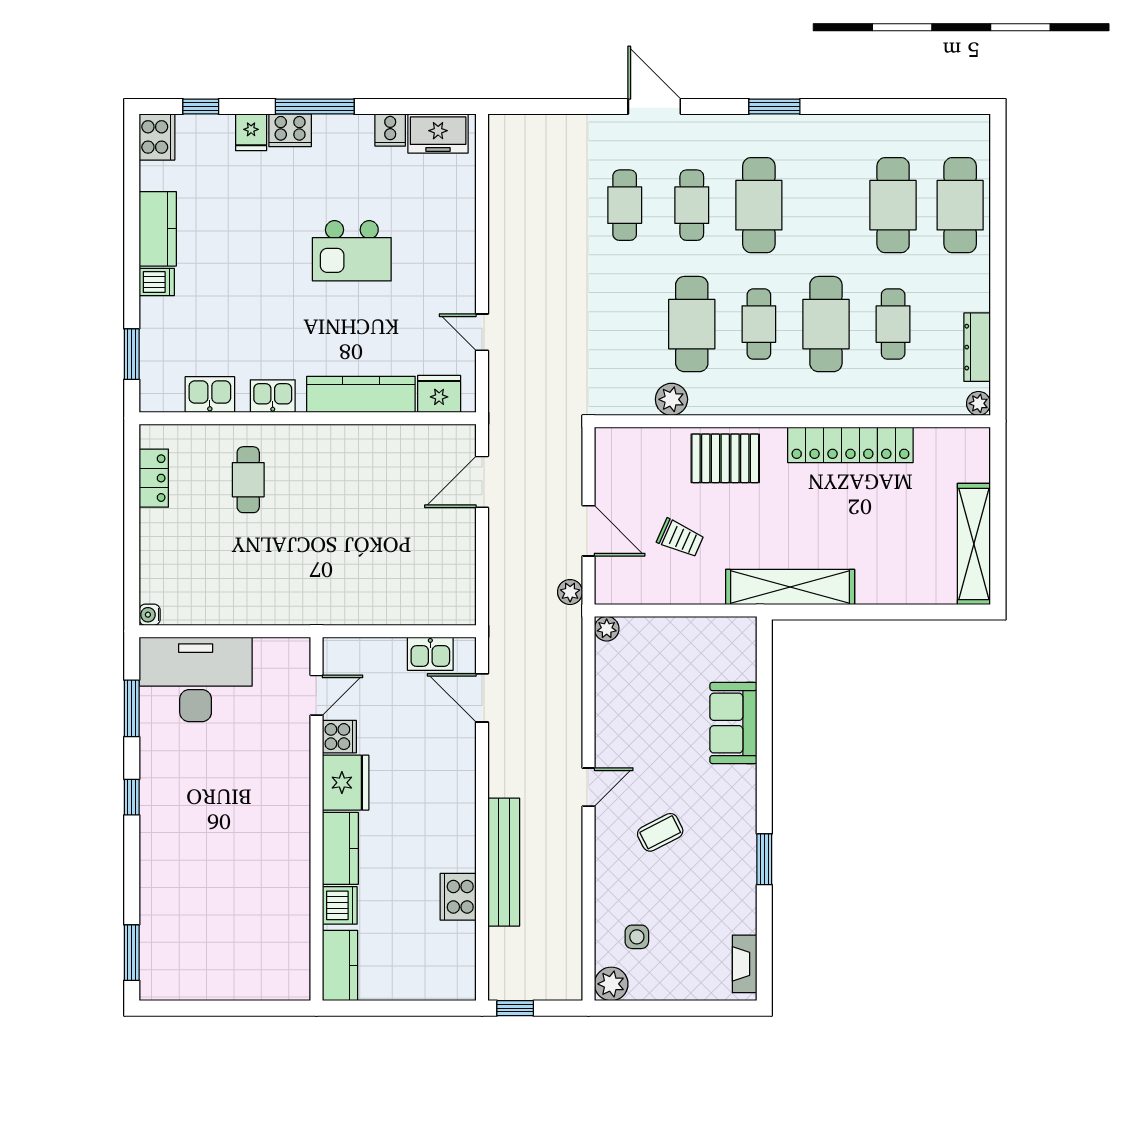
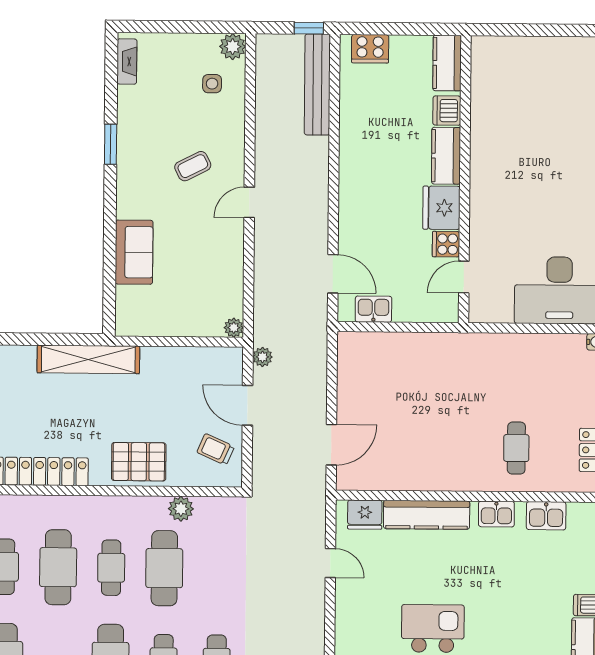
trolley: (680, 538) -> (216, 449), moved
bench: (504, 862) -> (317, 85), moved
cooker: (458, 897) -> (370, 49), moved, turned 90

